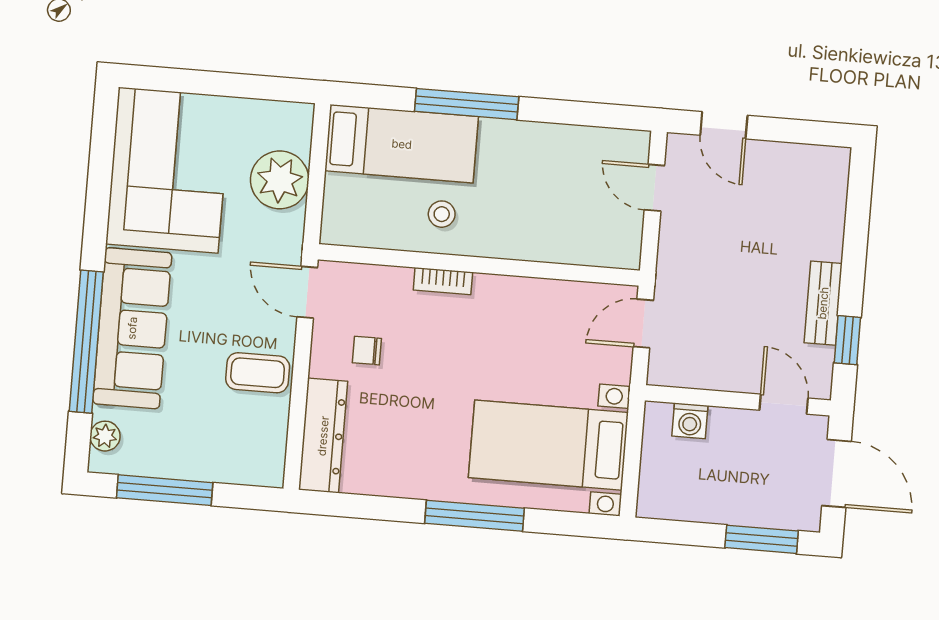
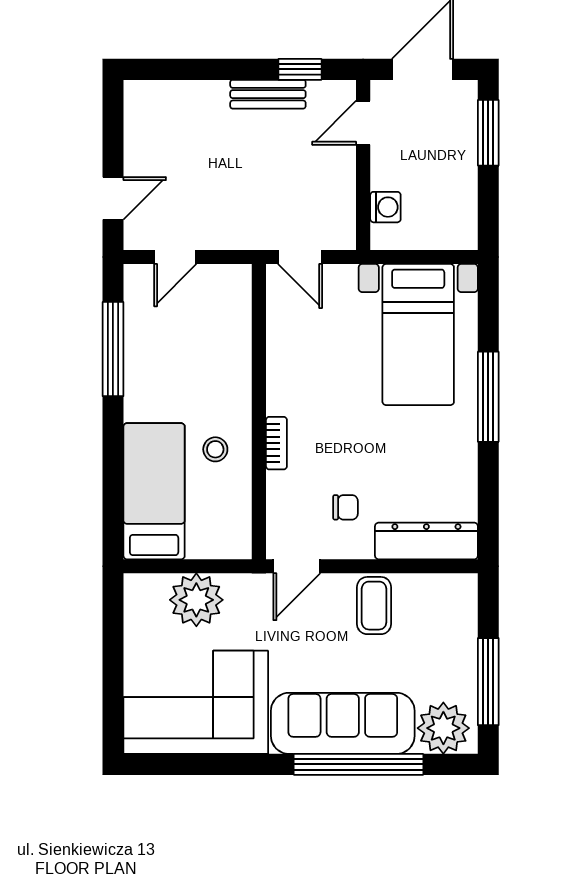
window: (467, 104) -> (113, 349), moved
chair: (367, 351) -> (346, 507), turned -90
plant: (105, 436) -> (443, 728), width x1.87, depth x1.87

